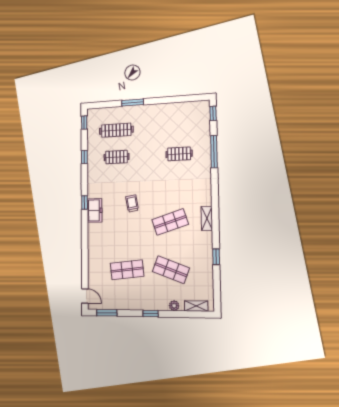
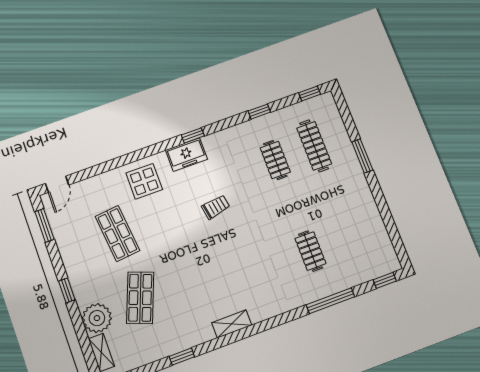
shop shelf: (170, 222) -> (208, 273), removed
display table: (101, 242) -> (144, 181), added
plant: (174, 306) -> (97, 318), width x1.88, depth x1.88

